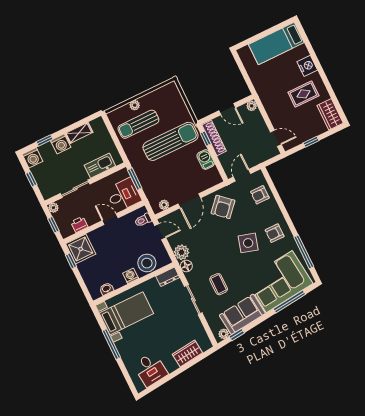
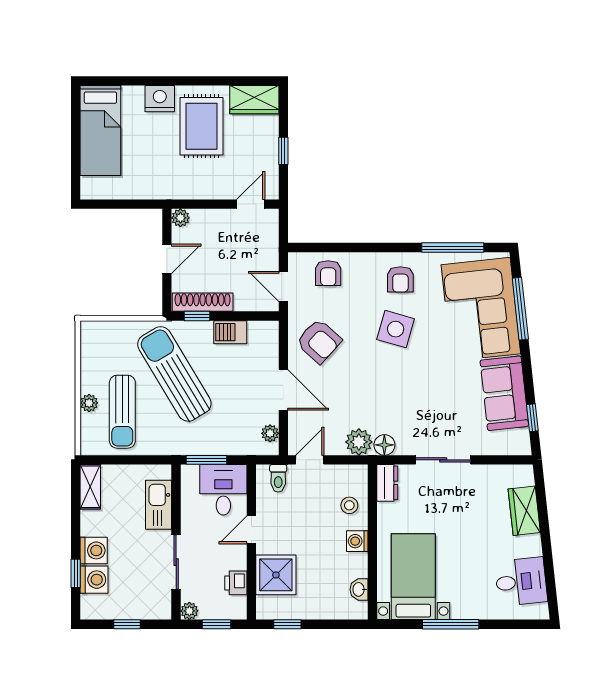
rug: (303, 94) -> (202, 126), width x1.36, depth x1.43
shelving: (79, 133) -> (90, 487), moved
sun lounger: (171, 141) -> (174, 374), turned -31
washing machine: (32, 158) -> (94, 580), moved
shower: (81, 249) -> (276, 575), moved
stool: (147, 263) -> (349, 505), width x0.53, depth x0.53
coffee table: (219, 284) -> (438, 408), removed
plant: (224, 334) -> (521, 438), removed

